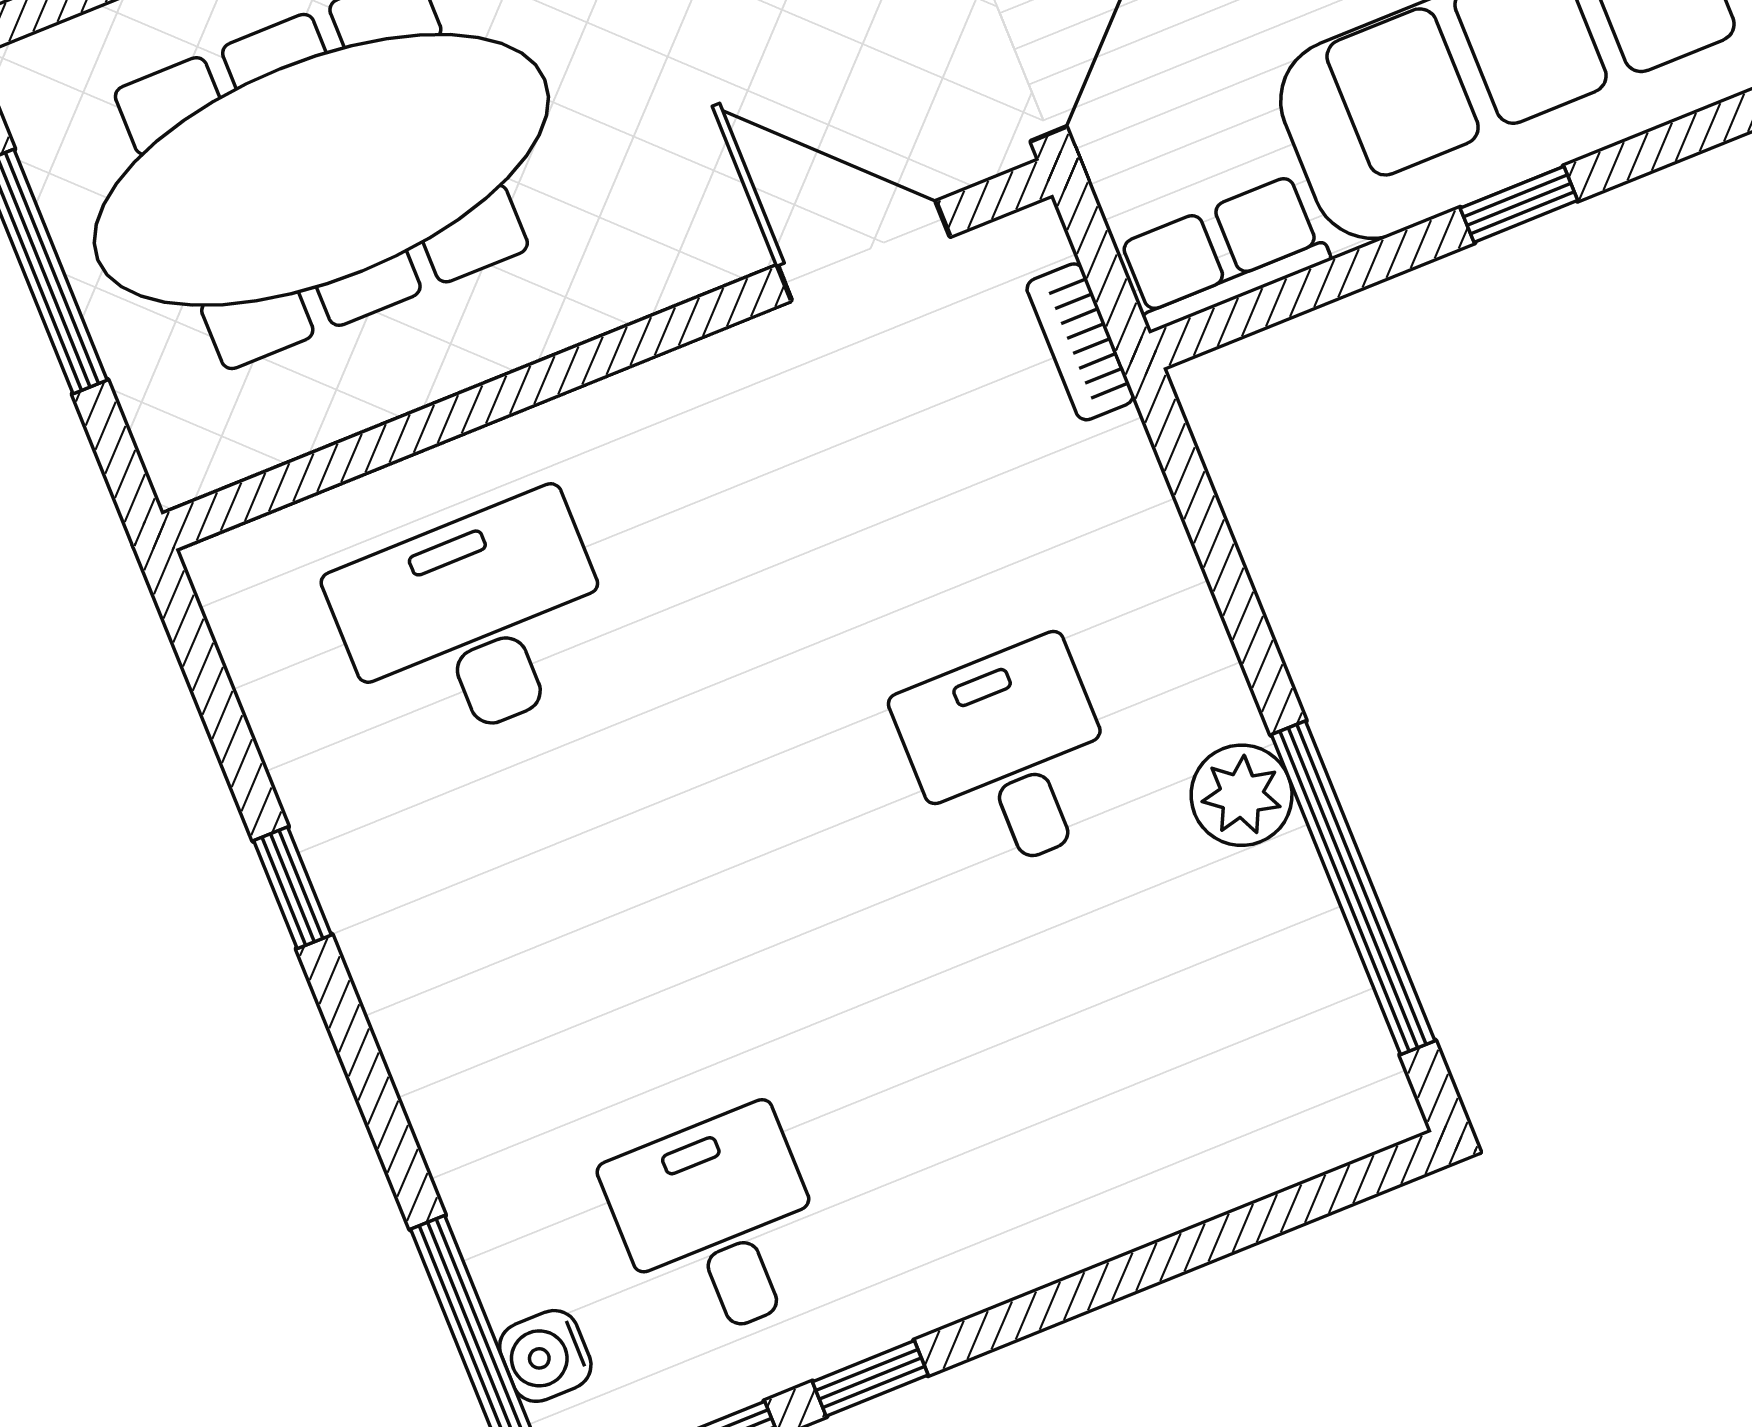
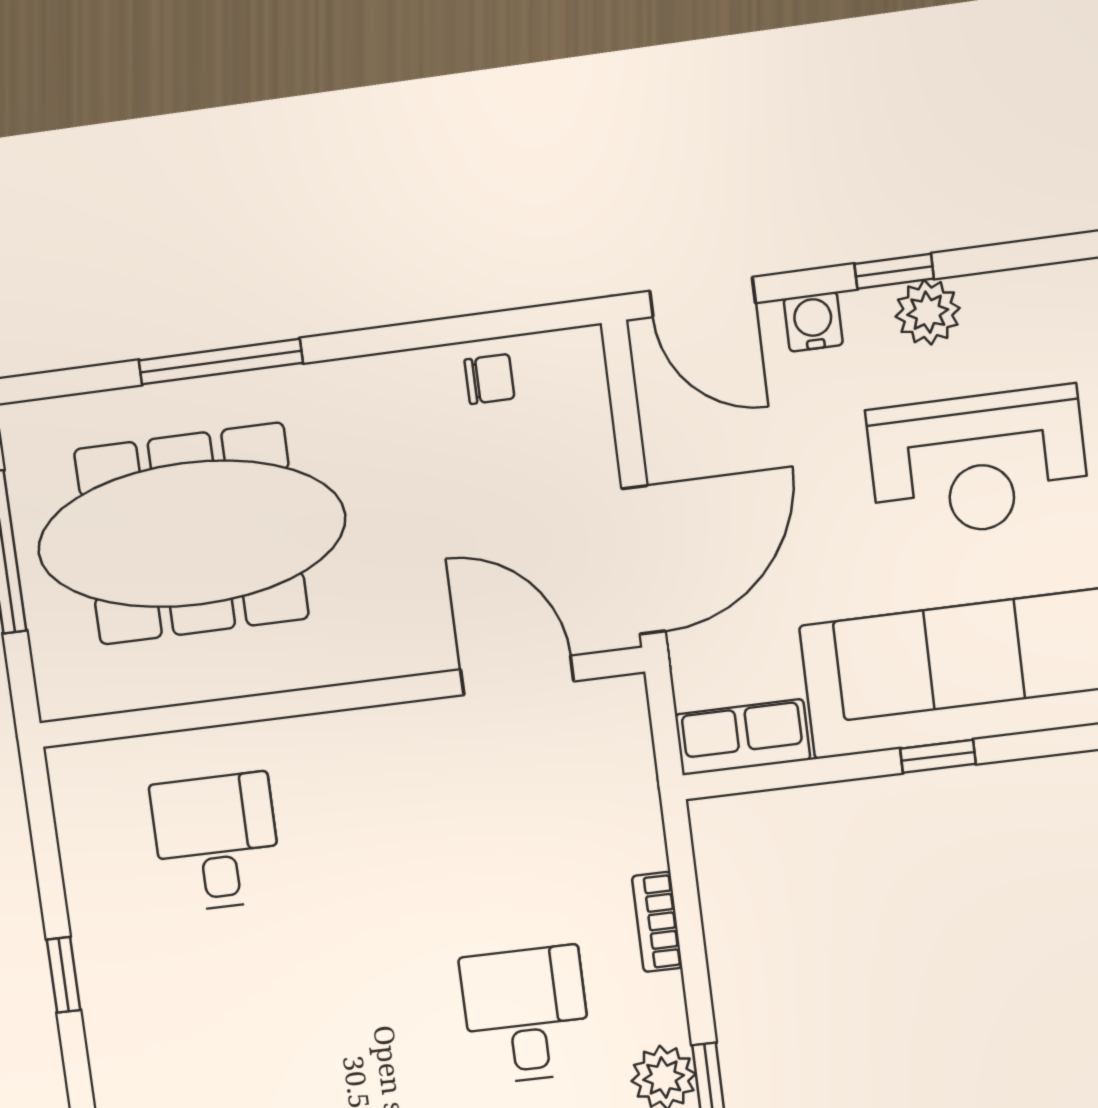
bookcase: (1080, 342) -> (657, 922), moved
desk: (475, 622) -> (216, 842), width x0.73

